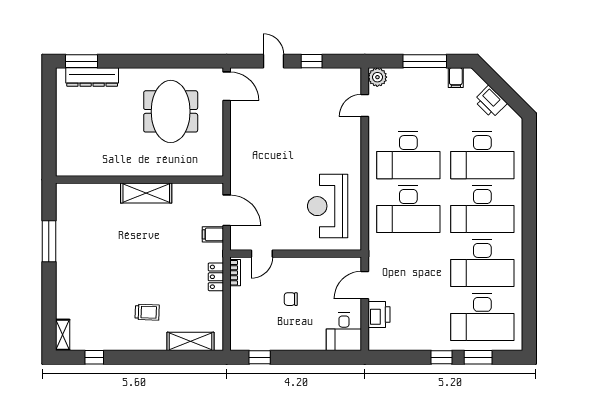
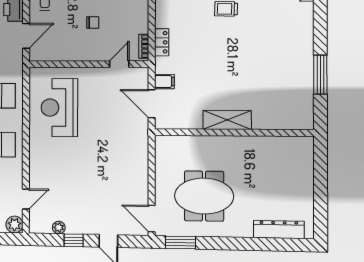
window: (81, 61) -> (180, 242), moved
plant: (328, 75) -> (59, 228), added
meeting table: (171, 111) -> (204, 196), turned 90
reception desk: (328, 206) -> (59, 108), turned 180

